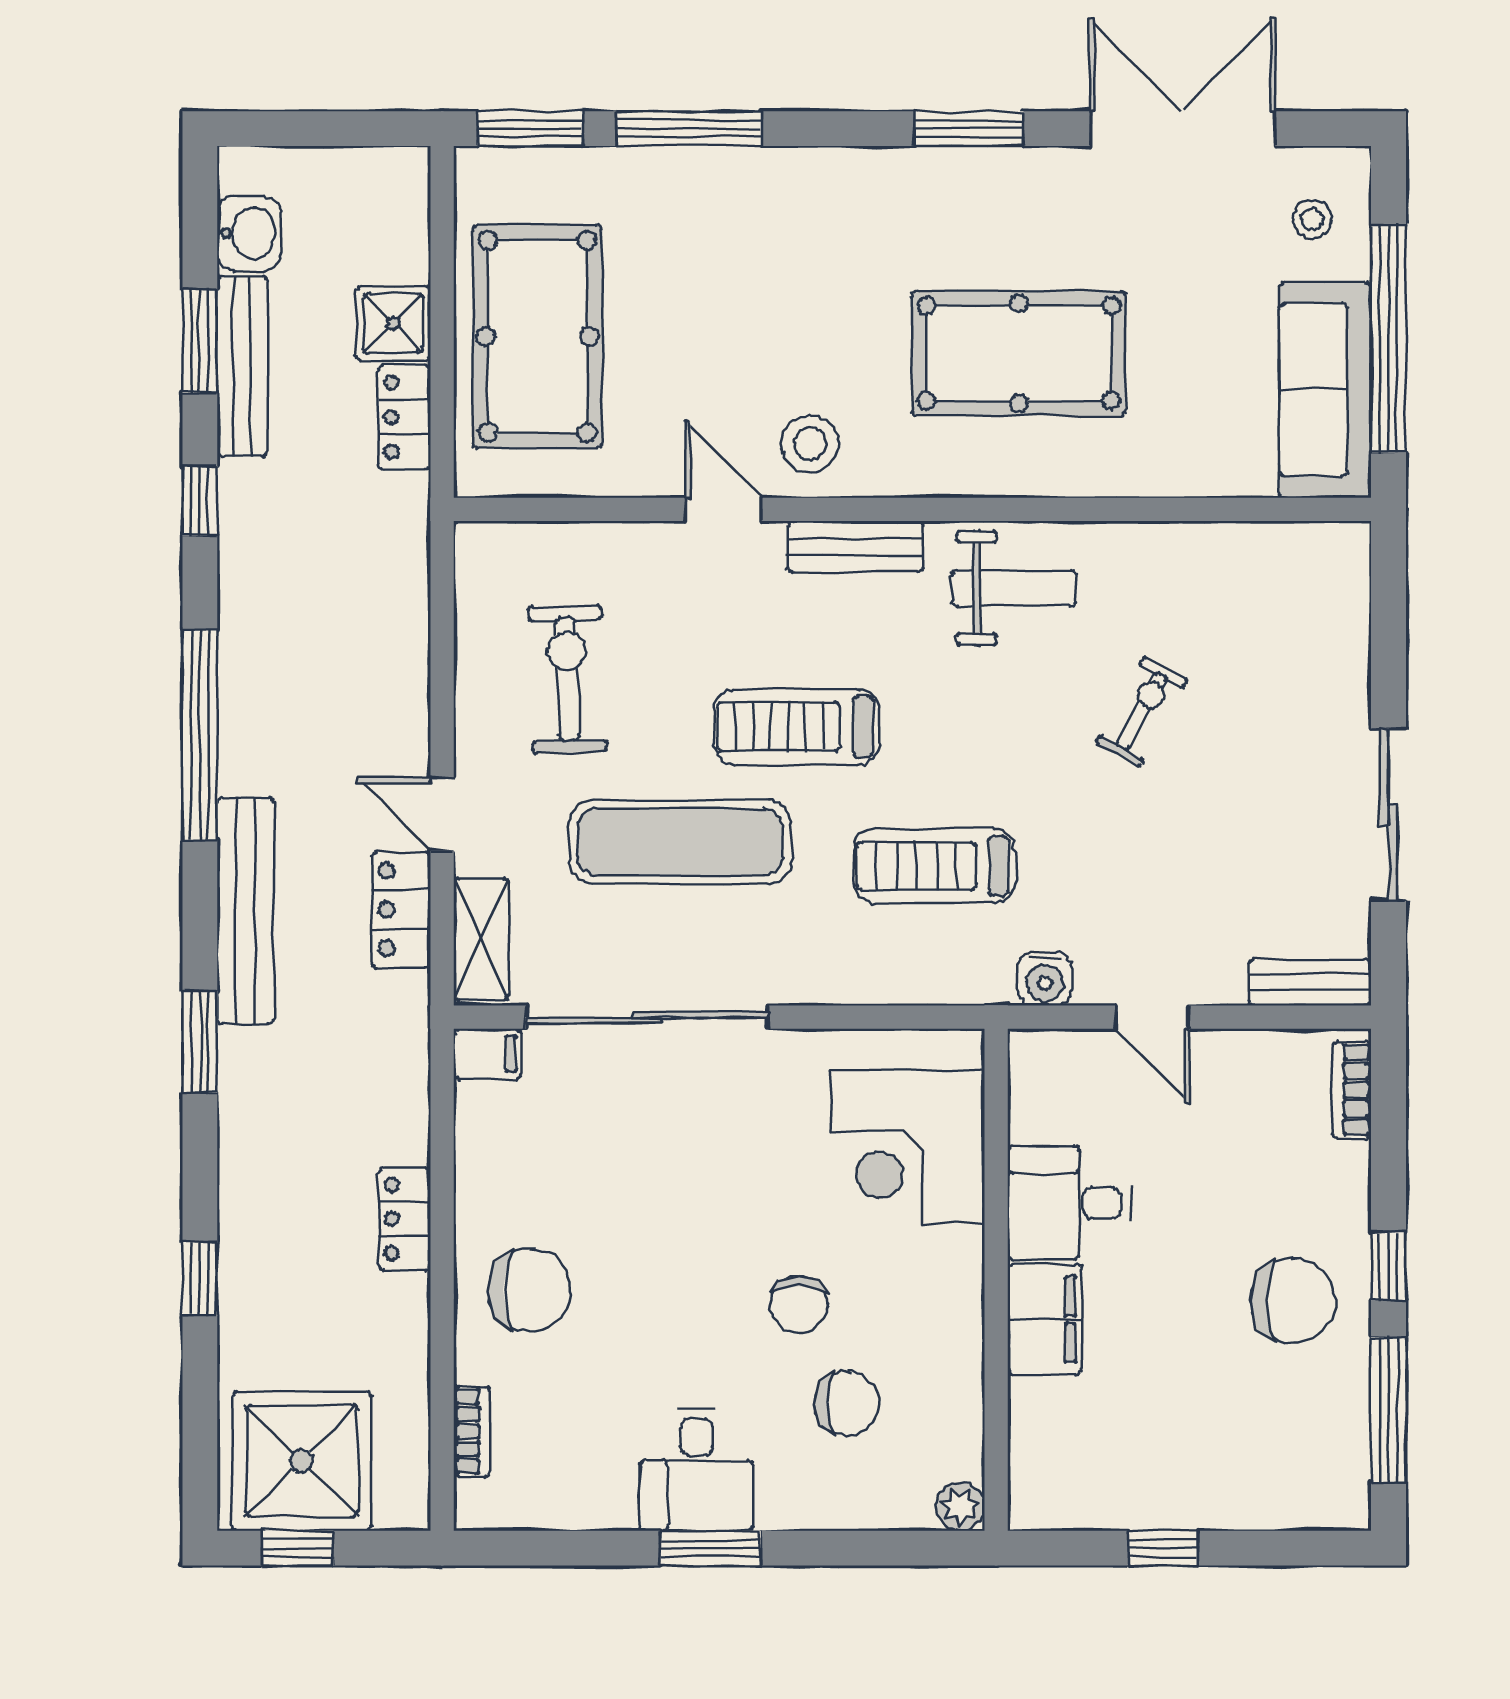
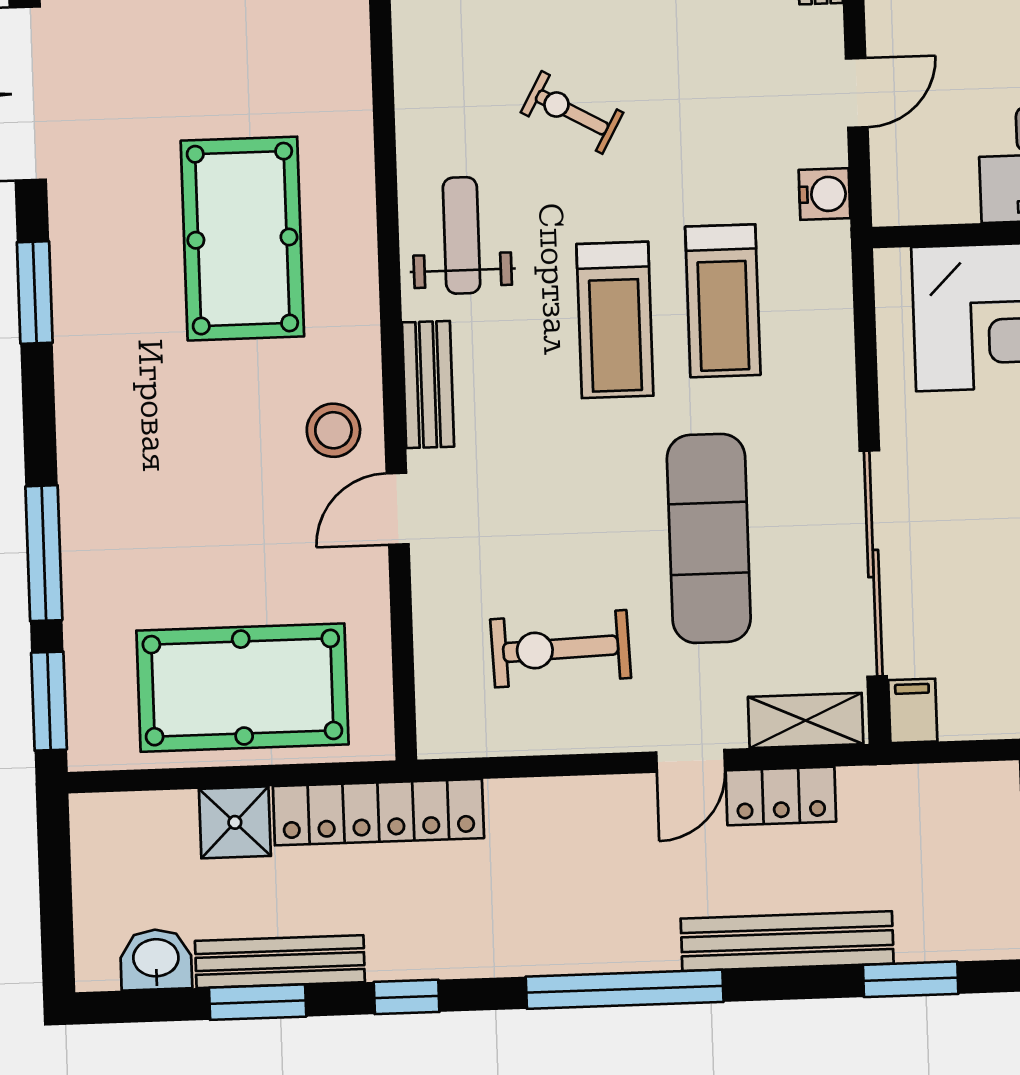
locker: (404, 417) -> (378, 812), width x2.16, depth x1.21
treadmill: (797, 727) -> (615, 320), moved

